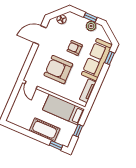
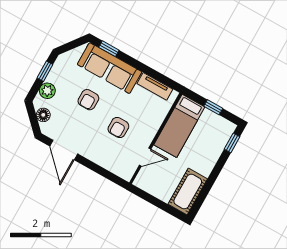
plant: (91, 26) -> (47, 91), moved
armchair: (58, 70) -> (118, 128), width x0.53, depth x0.53
door: (31, 85) -> (145, 157), moved
cot: (45, 130) -> (188, 191), moved

